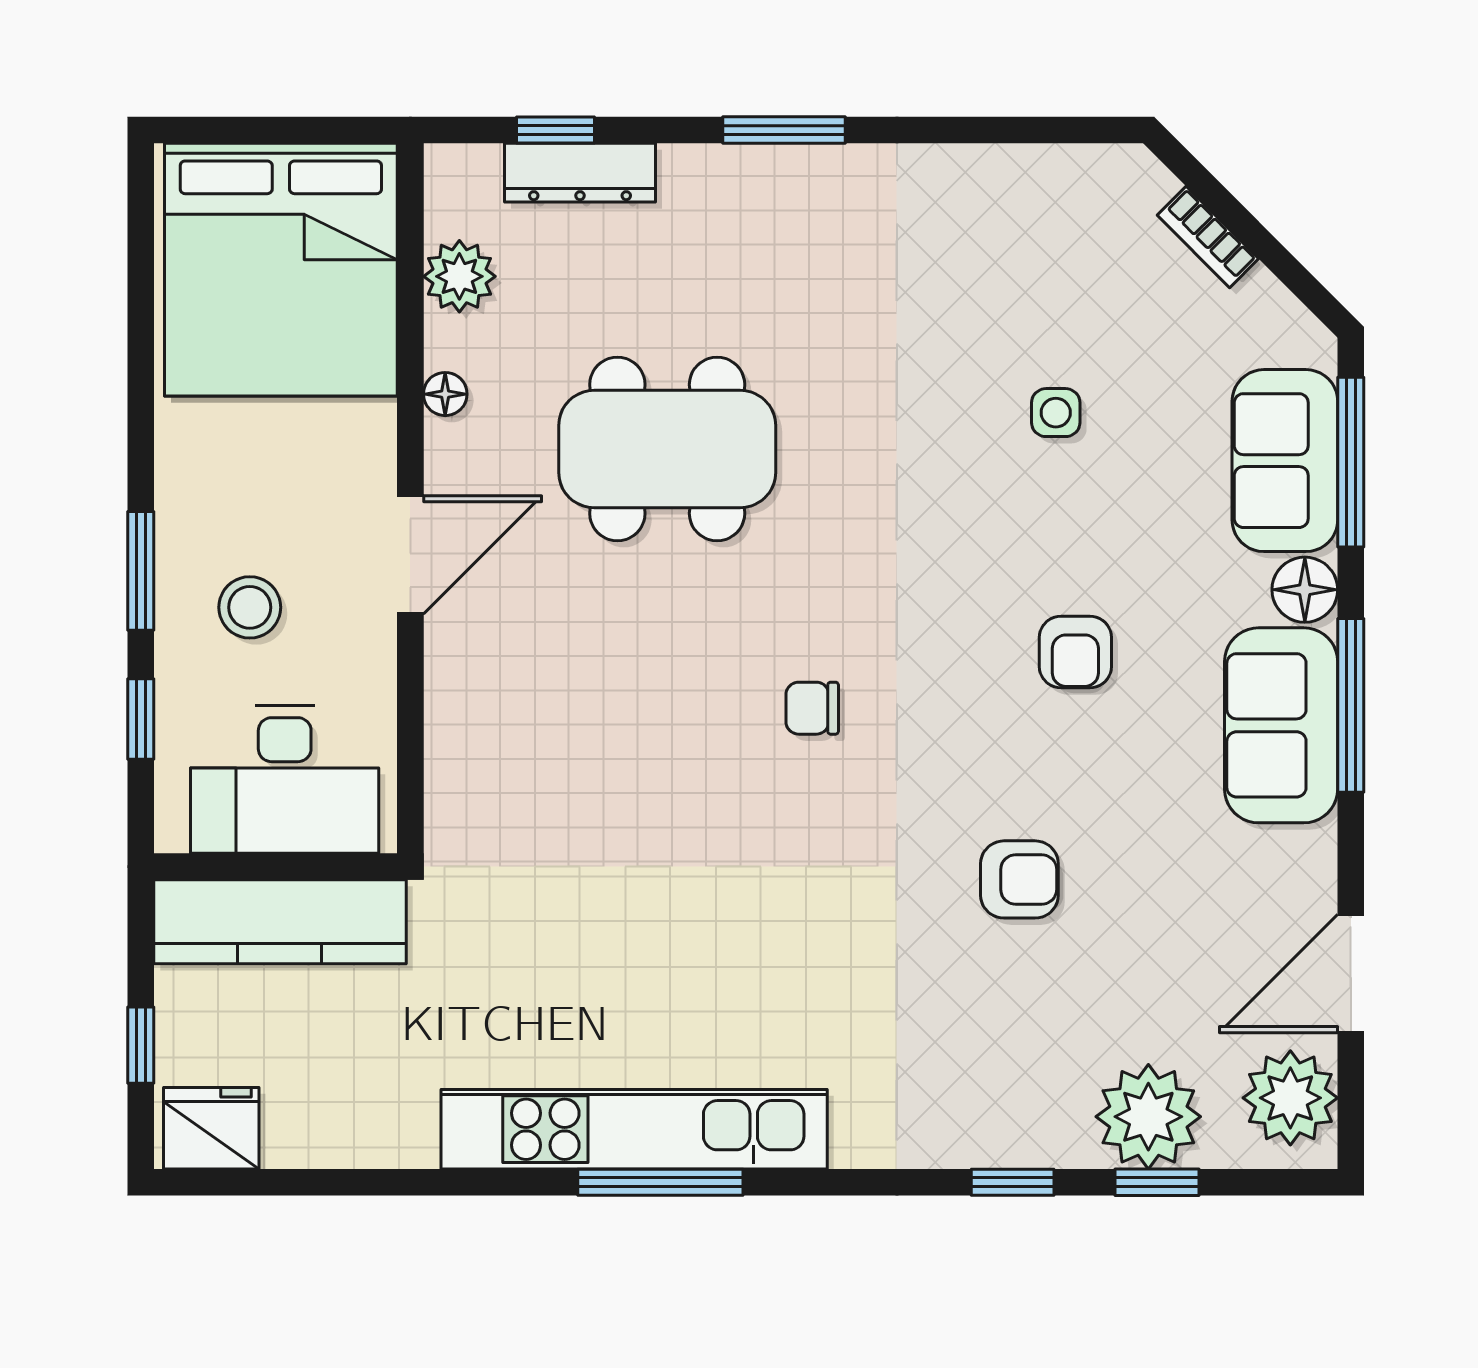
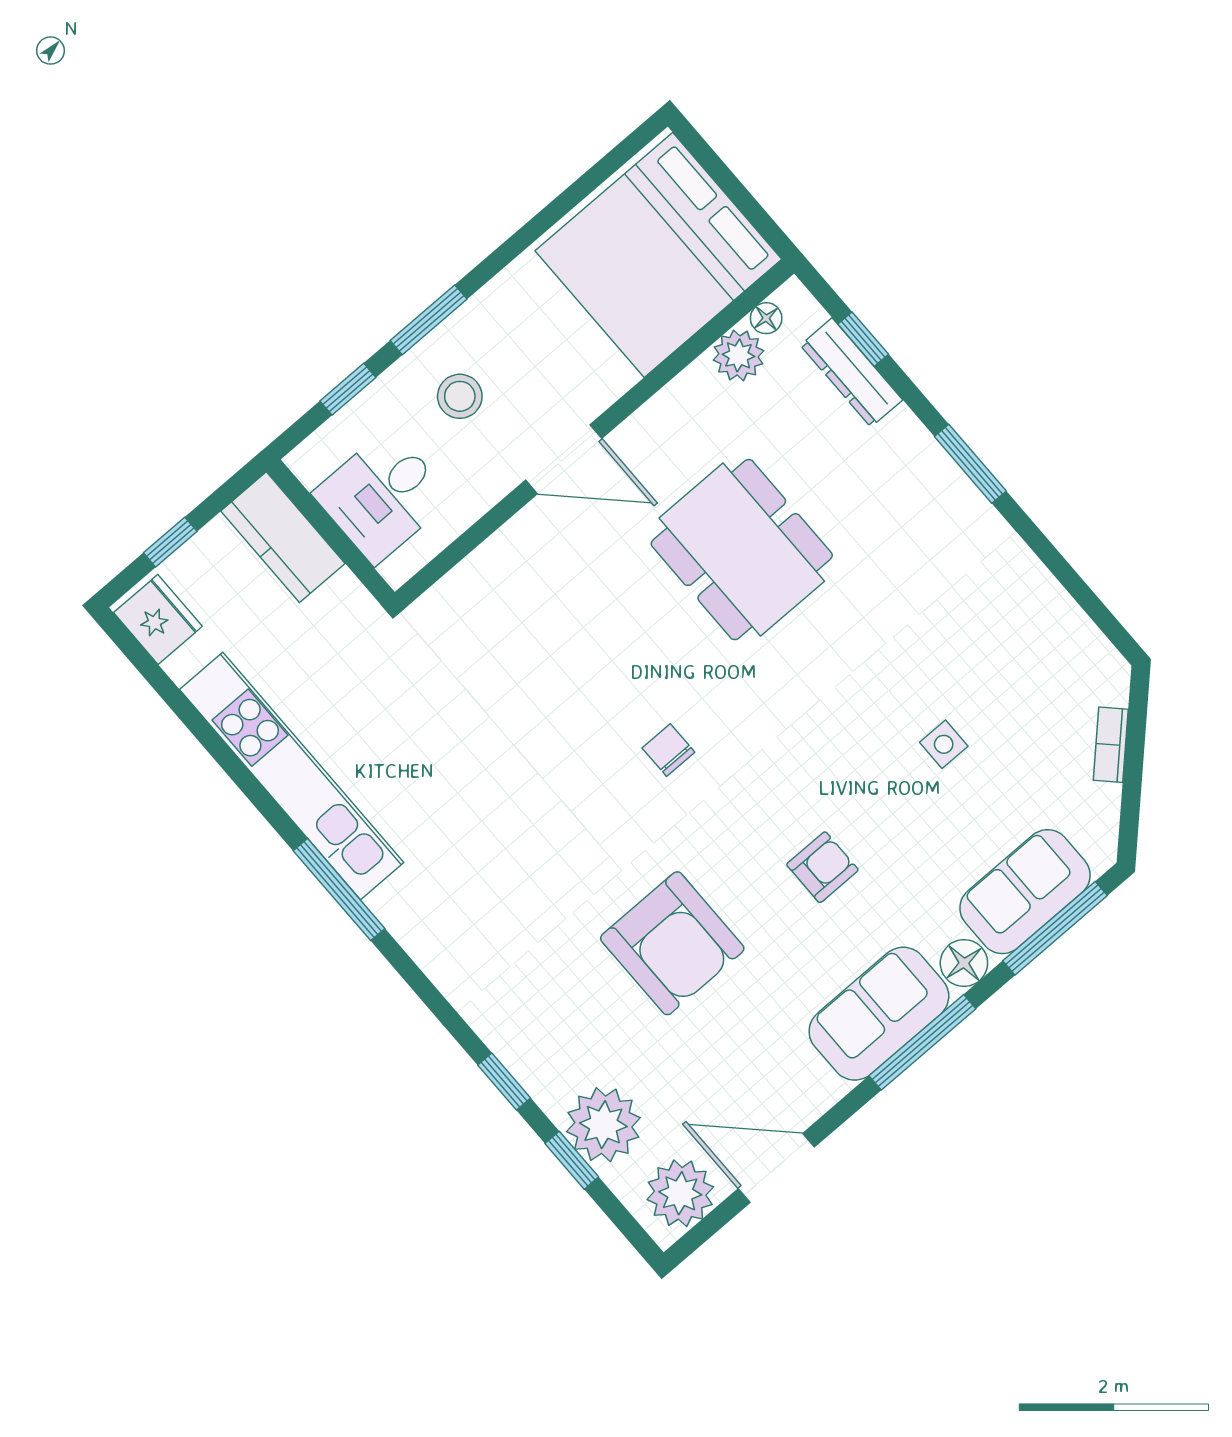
floor lamp: (445, 394) -> (766, 318), moved
armchair: (1075, 652) -> (822, 867), turned 180
desk: (285, 780) -> (382, 496), width x0.73
armchair: (1019, 879) -> (672, 943), width x1.88, depth x1.88
kitchen counter: (280, 922) -> (283, 537), width x0.67
kitchen unit: (634, 1129) -> (292, 776), moved

